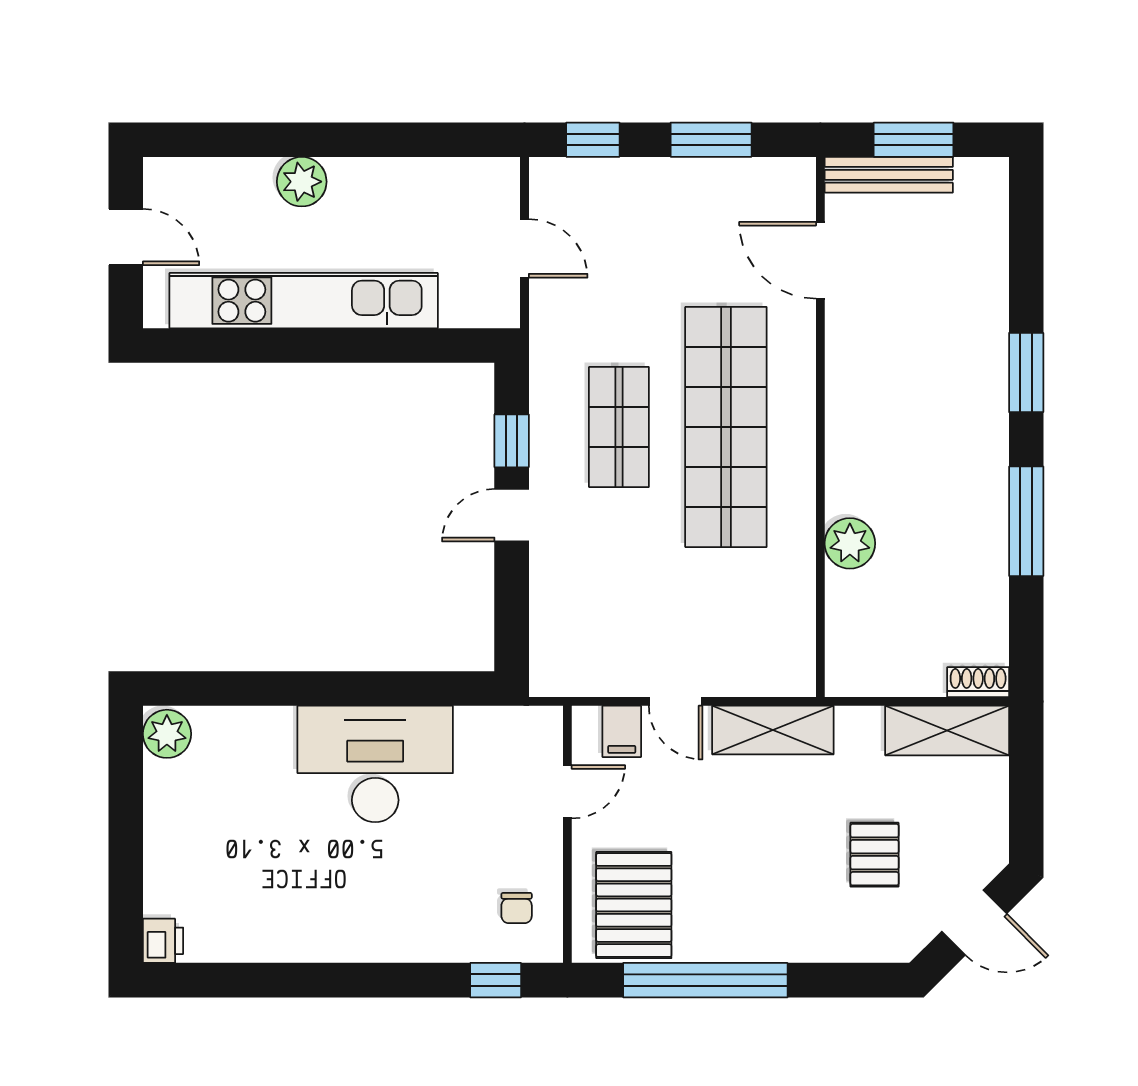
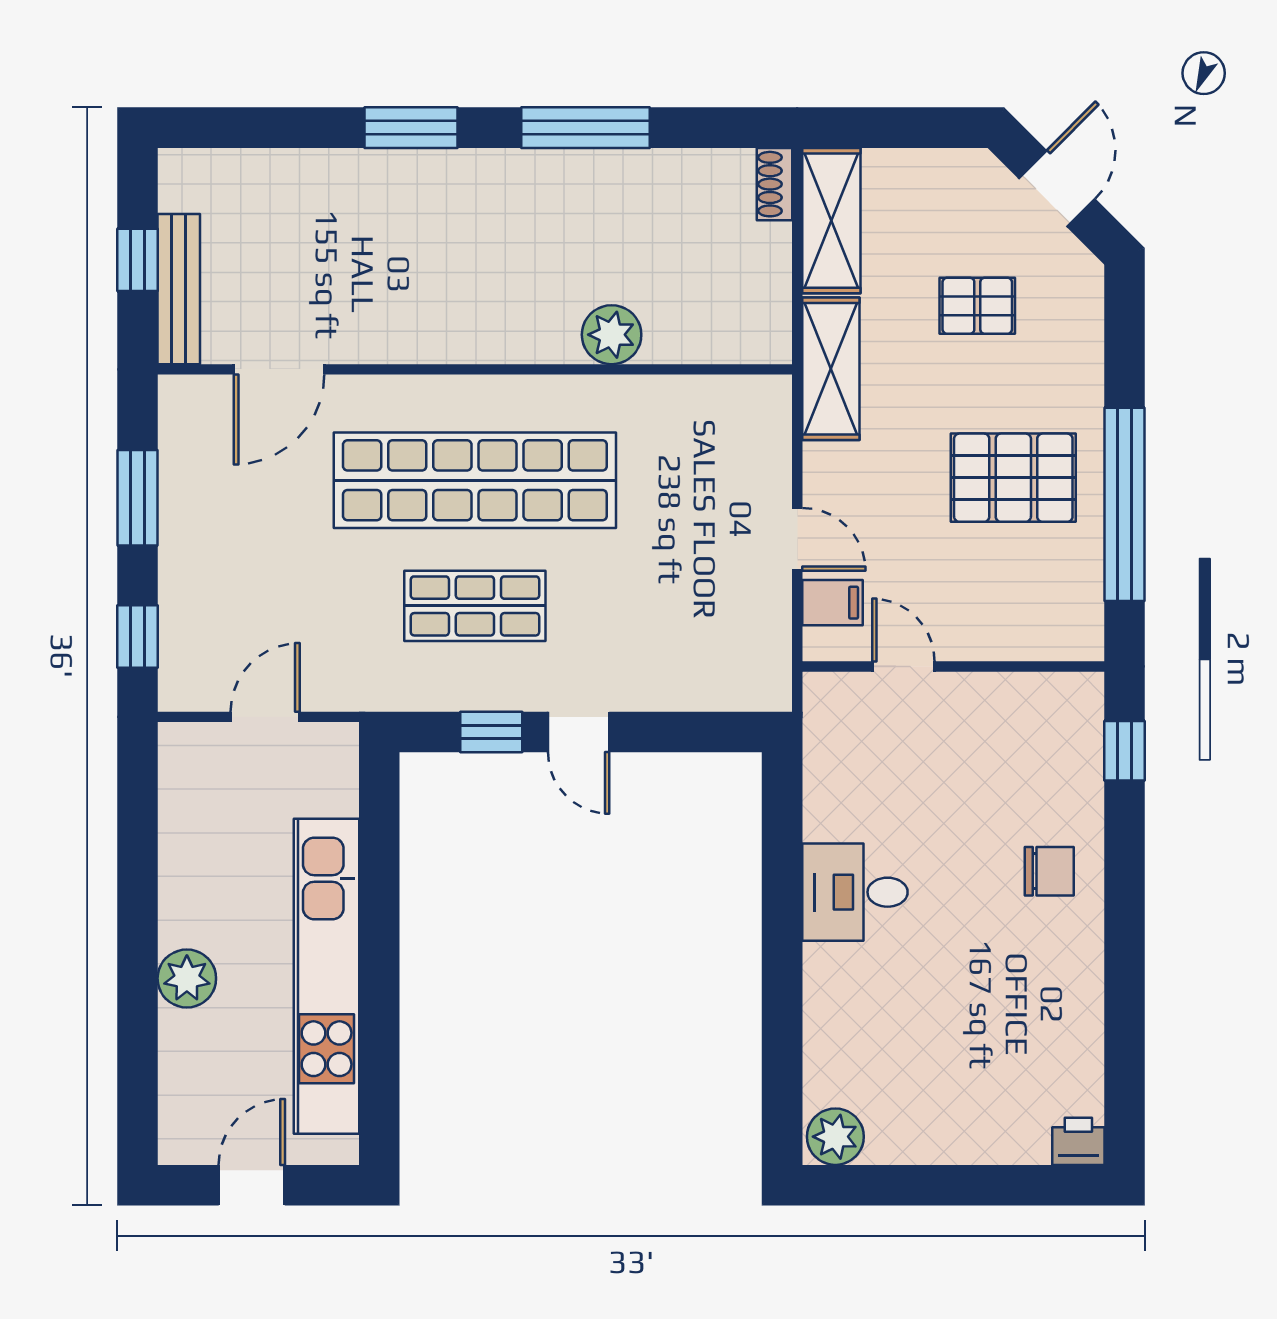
window: (914, 140) -> (138, 260), width x0.67
door: (676, 701) -> (797, 539), hinge flipped
shelving: (773, 730) -> (831, 369), moved
desk: (375, 764) -> (855, 892), width x0.53, depth x0.77
pallet: (634, 905) -> (1013, 478), moved
chair: (517, 908) -> (1049, 871), moved, width x1.37, depth x1.37

